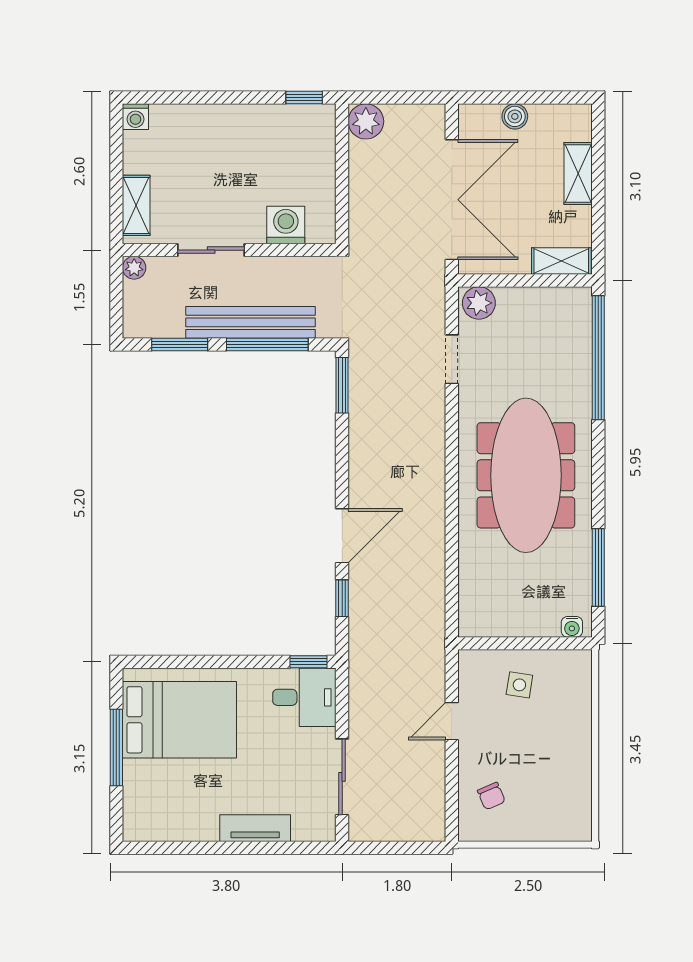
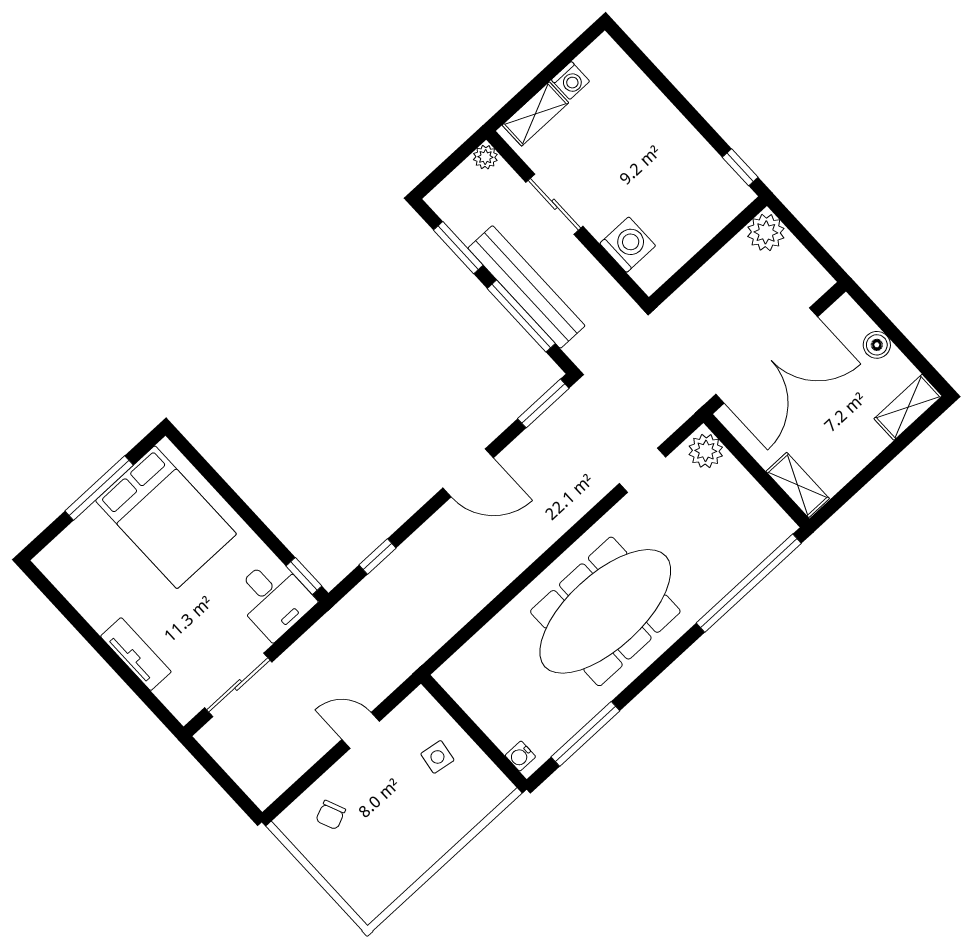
washing machine: (135, 117) -> (571, 81), moved, turned -90
shelving: (578, 174) -> (908, 407), moved
door: (342, 536) -> (468, 473), moved

